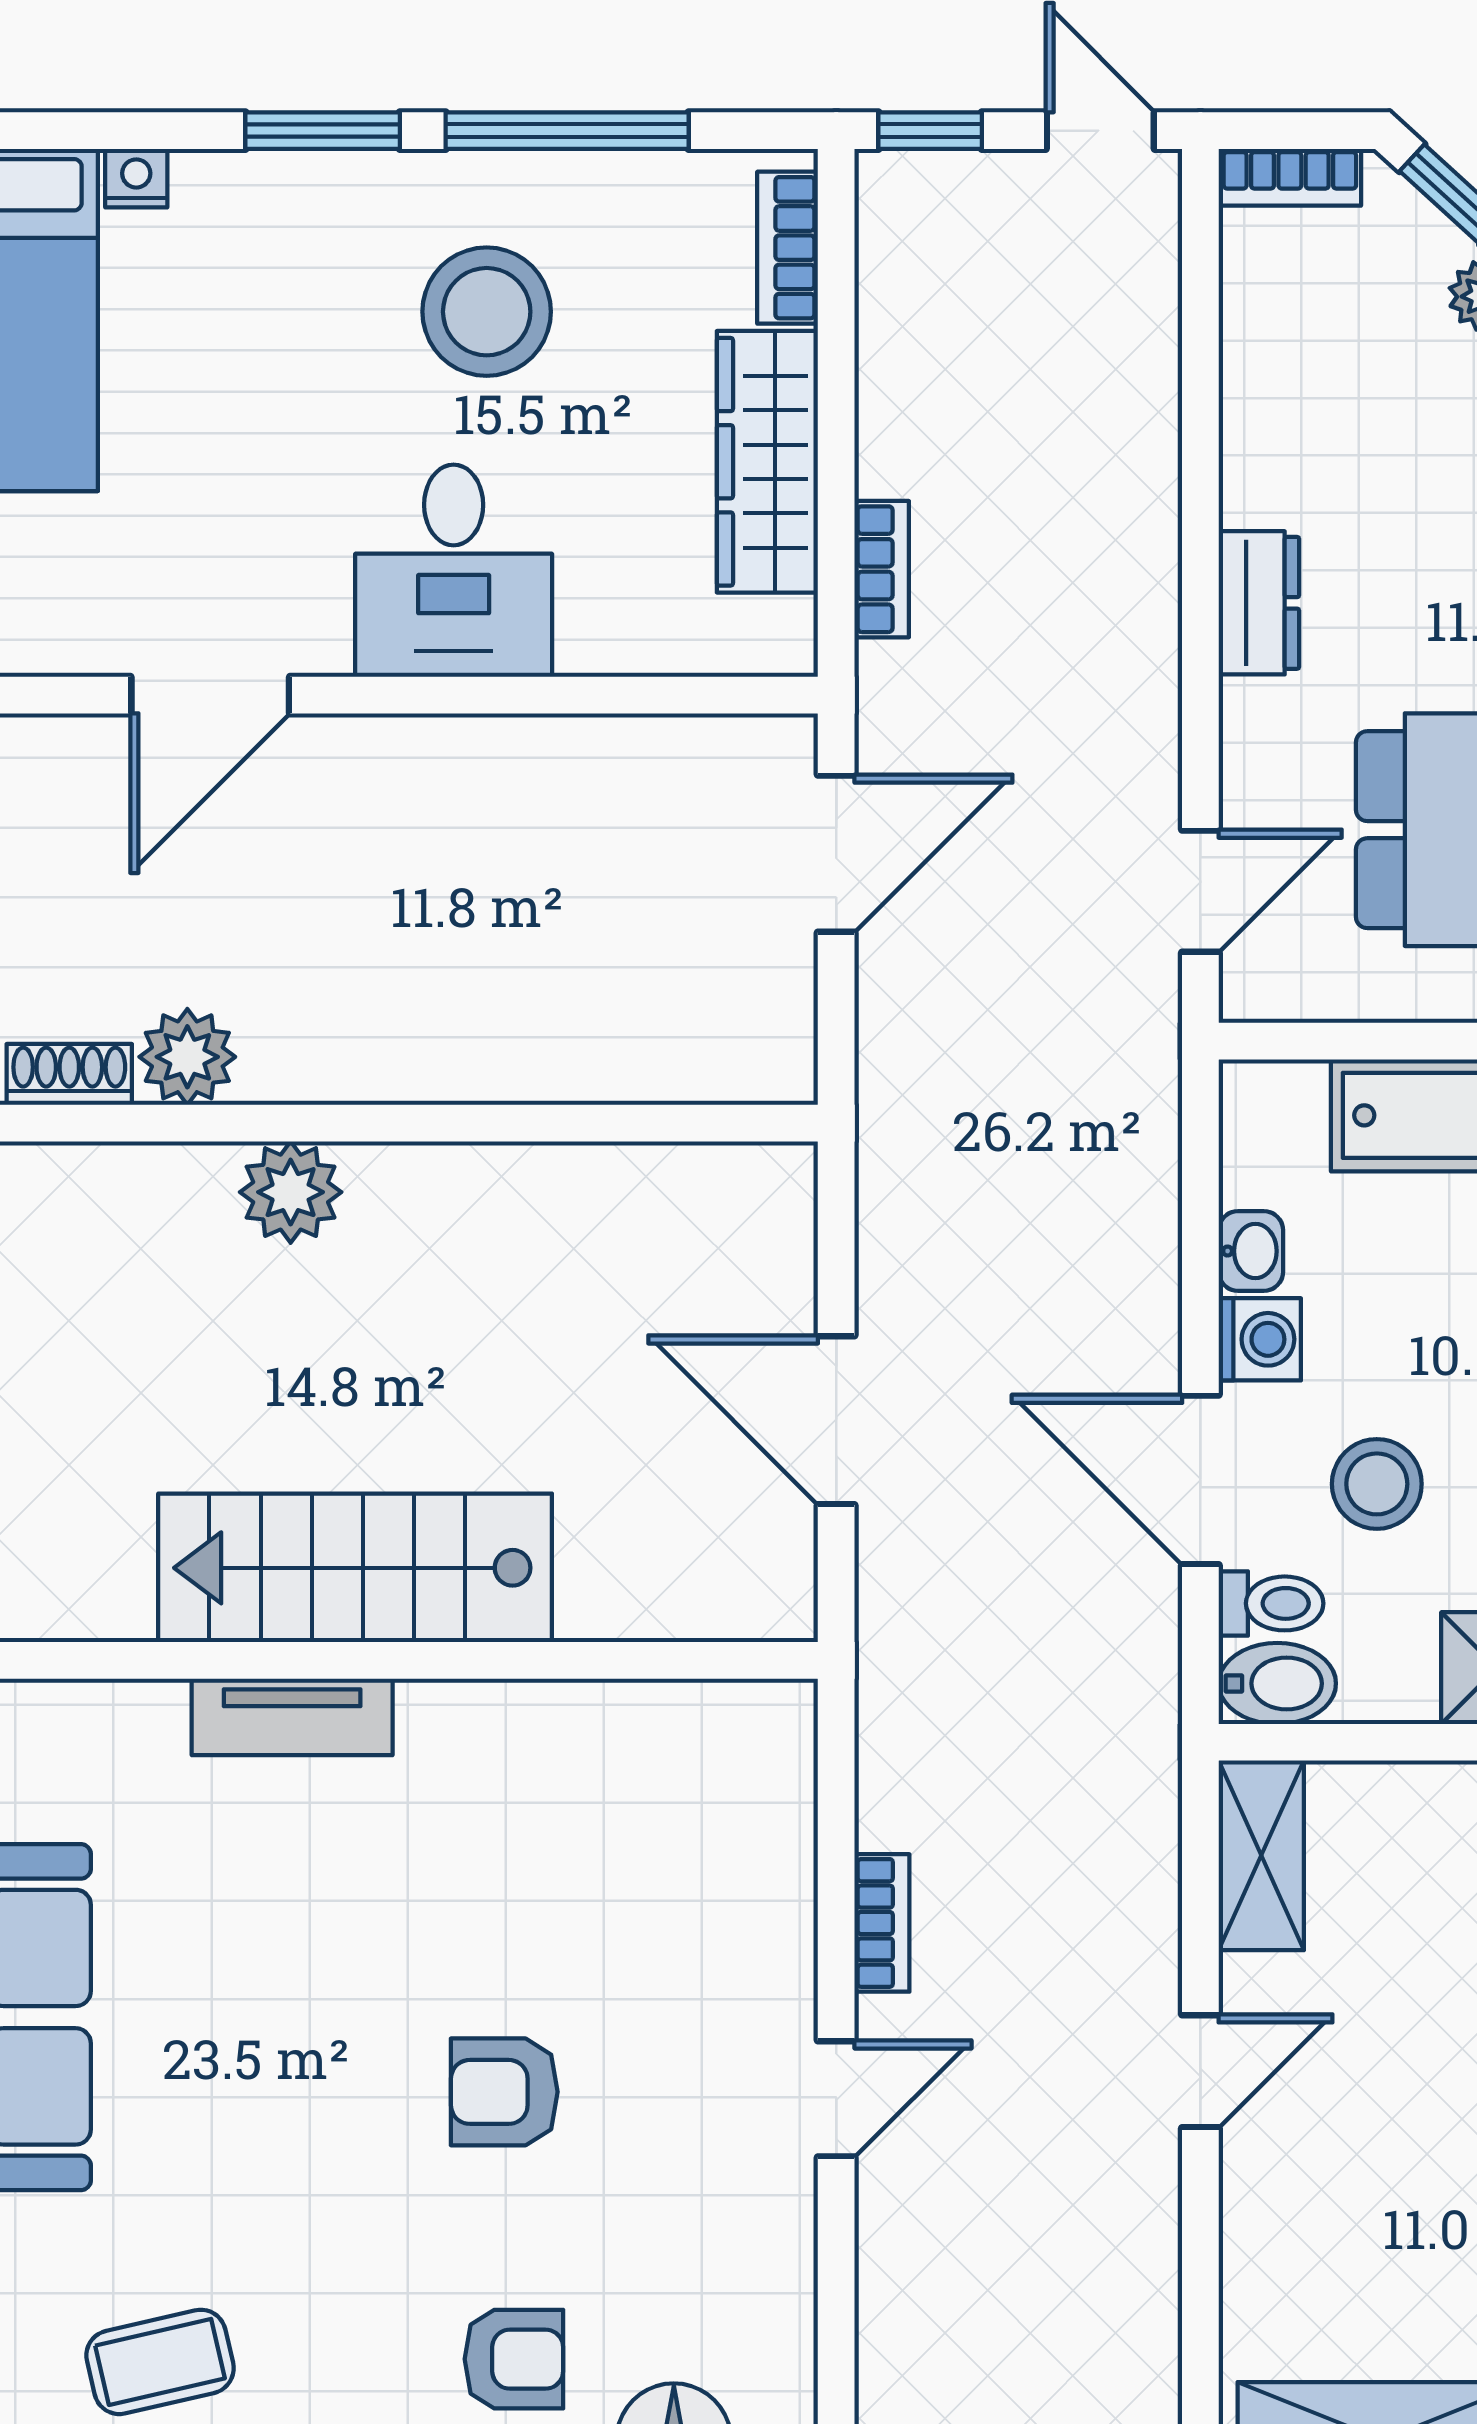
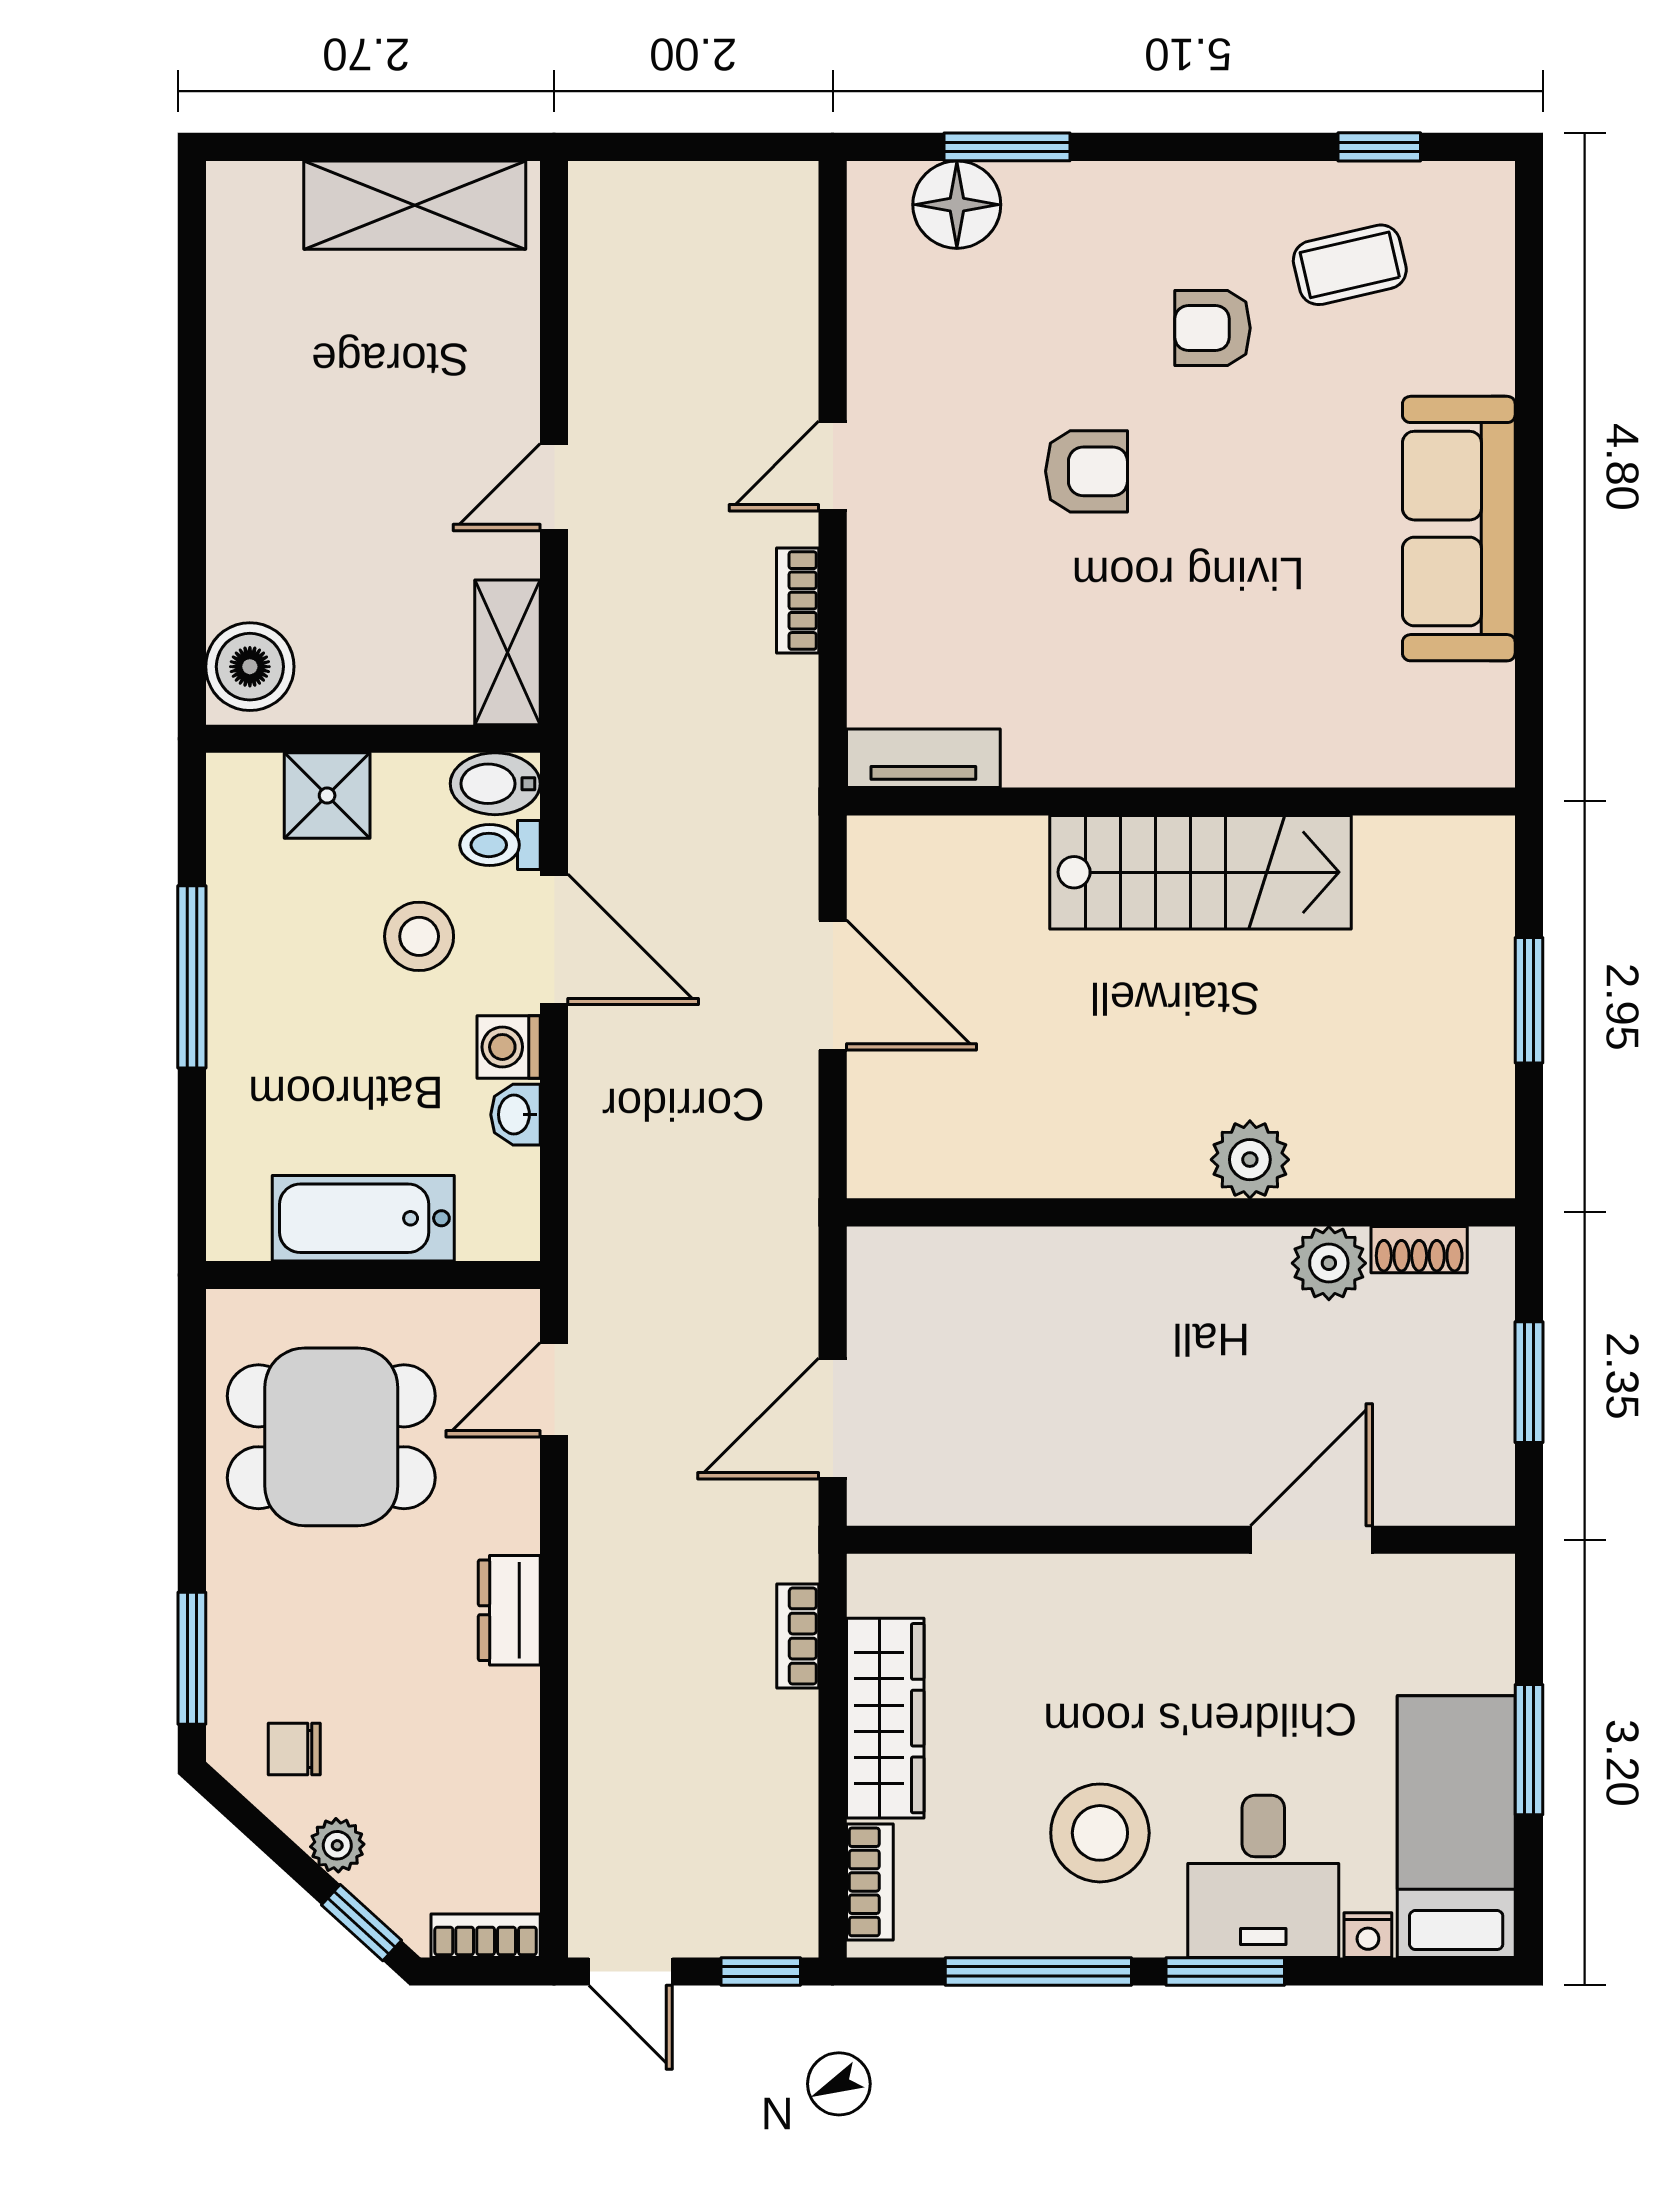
desk: (454, 571) -> (1263, 1876), moved, turned 180
tv unit: (292, 1717) -> (923, 758), moved
armchair: (514, 2359) -> (1213, 328), moved

